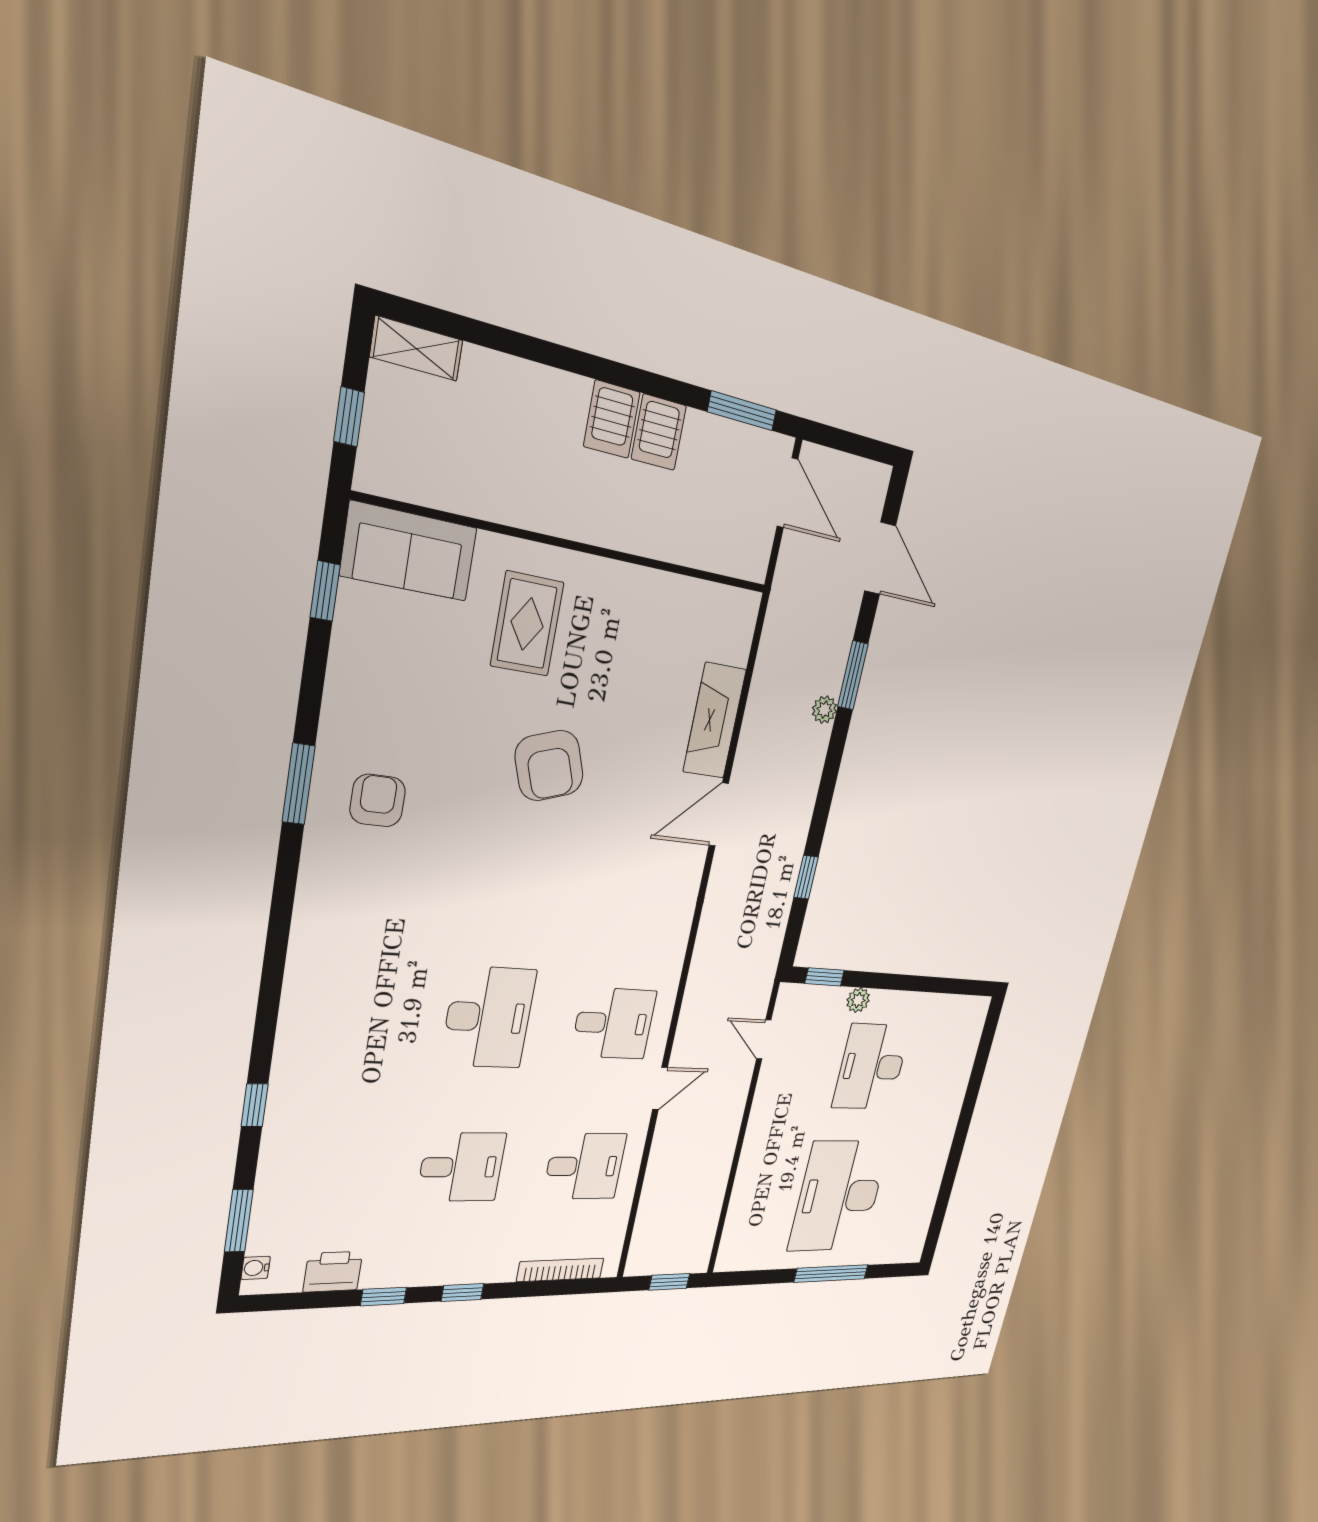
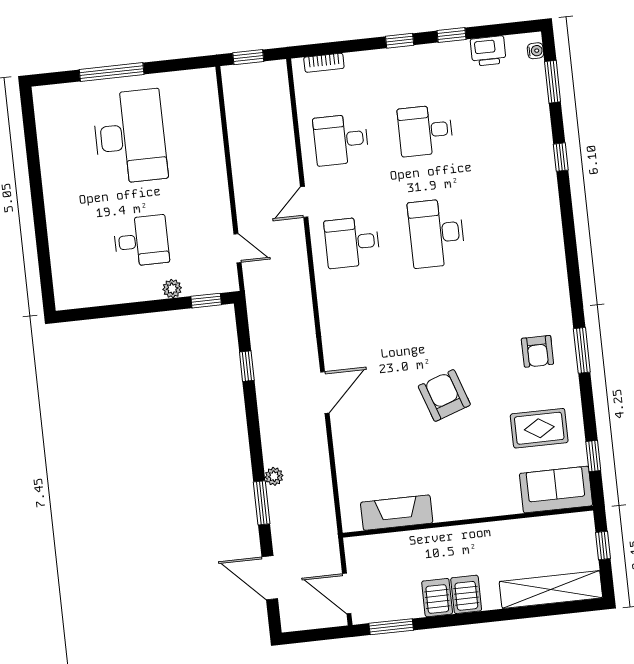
shelving: (416, 349) -> (551, 590), width x2.20, depth x1.33
rug: (527, 624) -> (539, 428), moved, turned 90
fireplace: (714, 721) -> (397, 513), moved, turned -90
desk: (871, 1067) -> (141, 241), width x0.73
bookcase: (560, 1270) -> (324, 63), width x0.64

